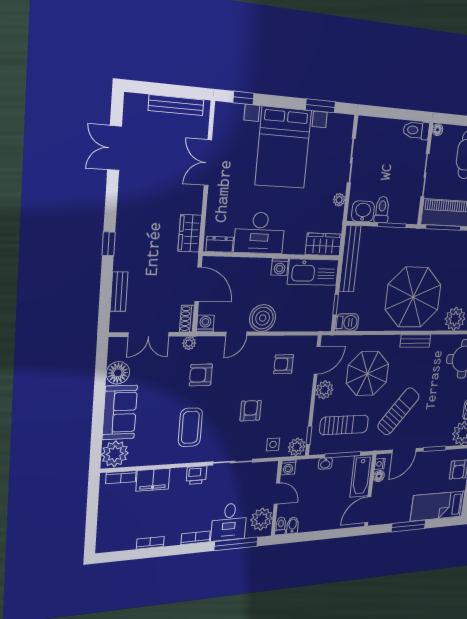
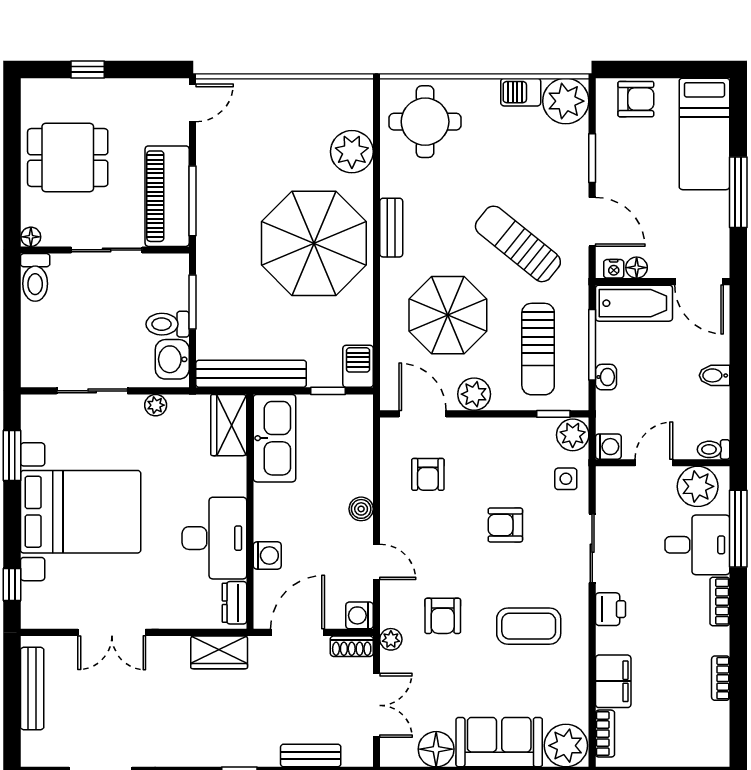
washing machine: (280, 267) -> (267, 555), moved
boiler: (263, 318) -> (361, 509), width x0.54, depth x0.54
sun lounger: (344, 425) -> (538, 349), turned 180
bidet: (293, 525) -> (714, 375), moved

